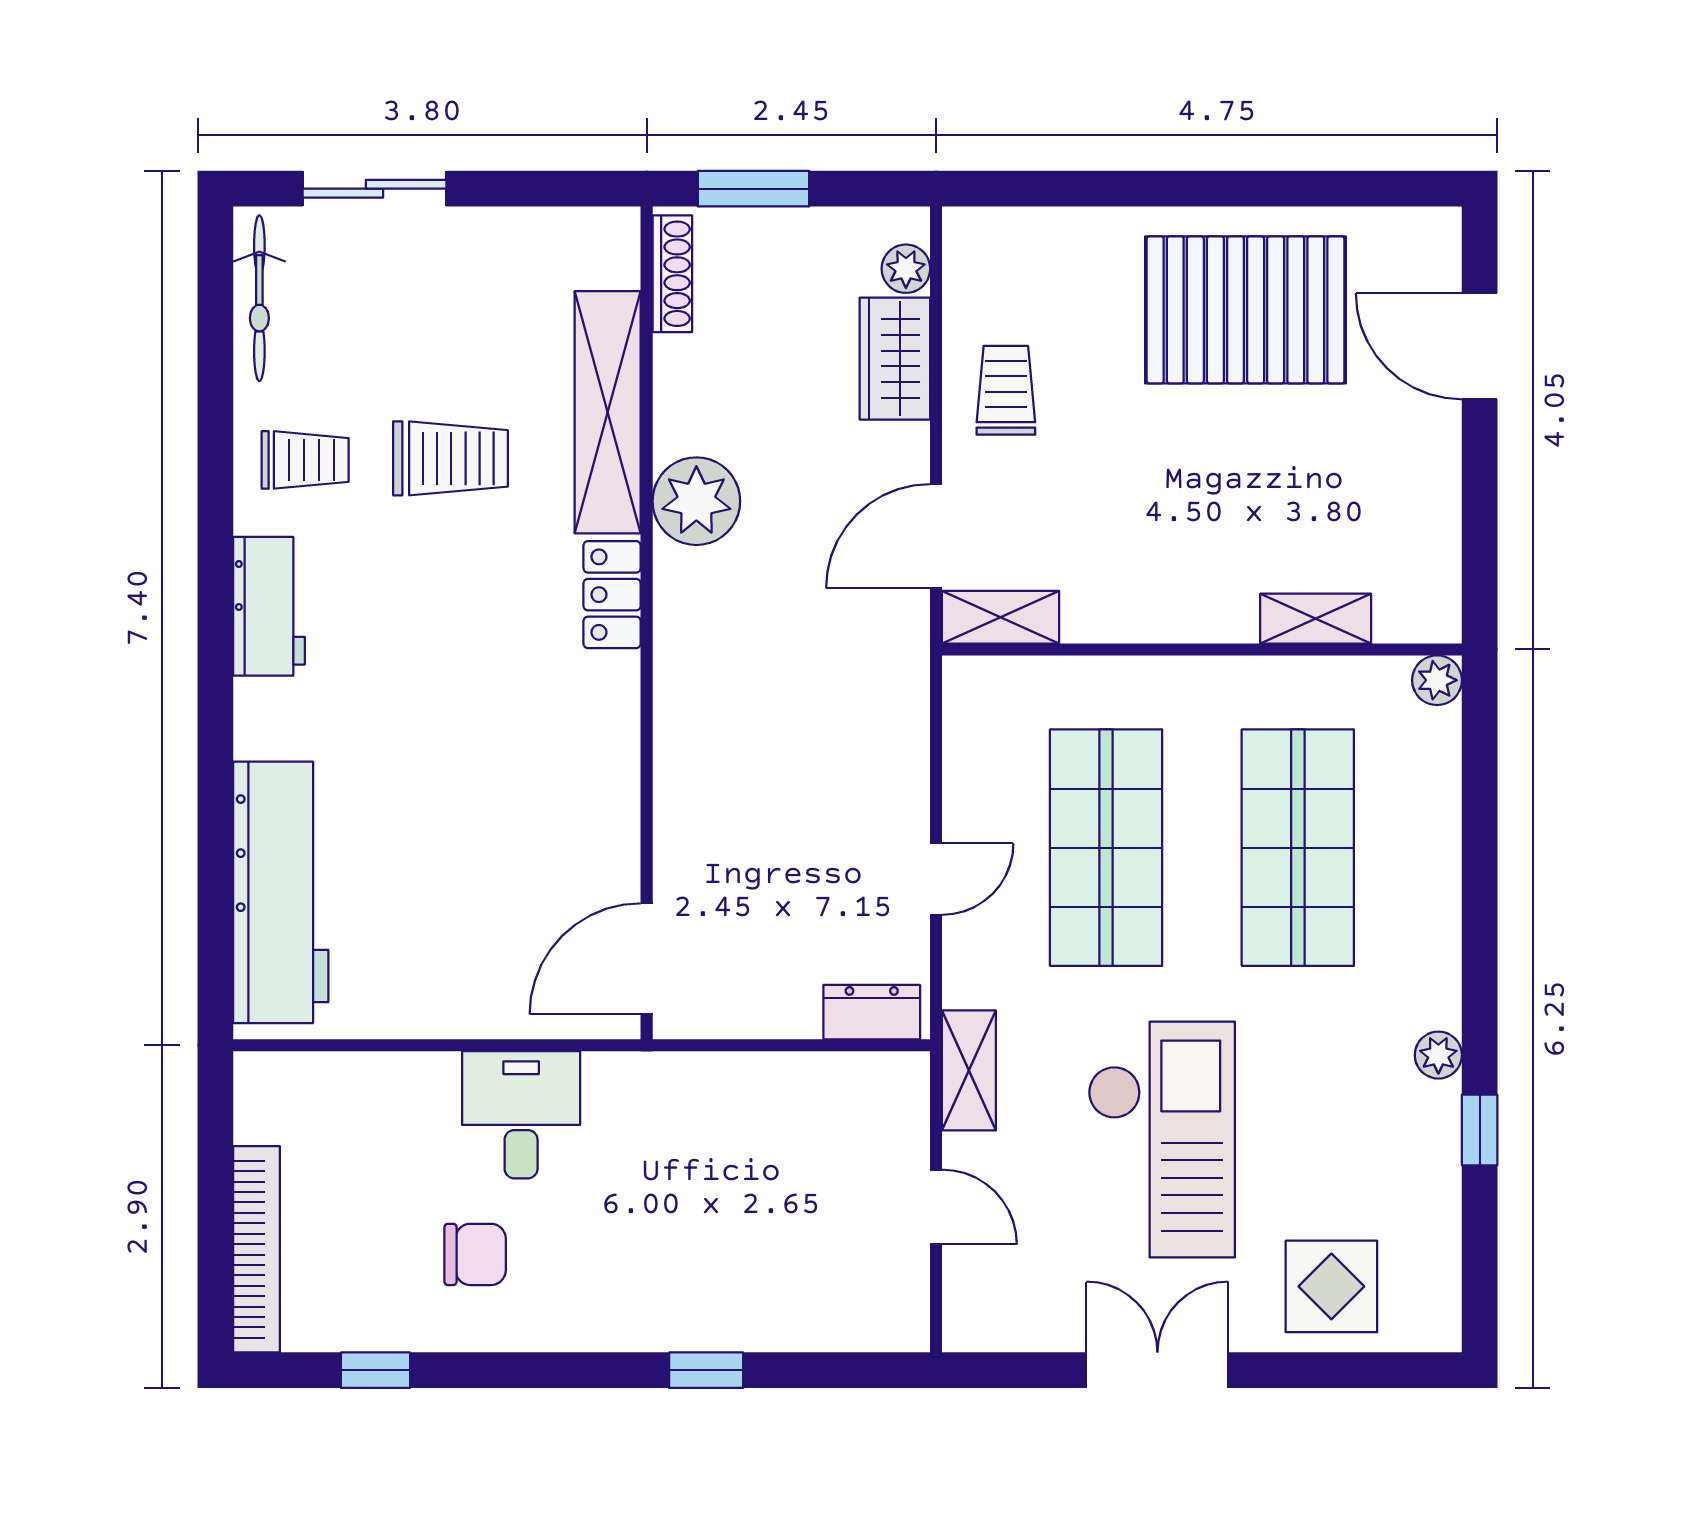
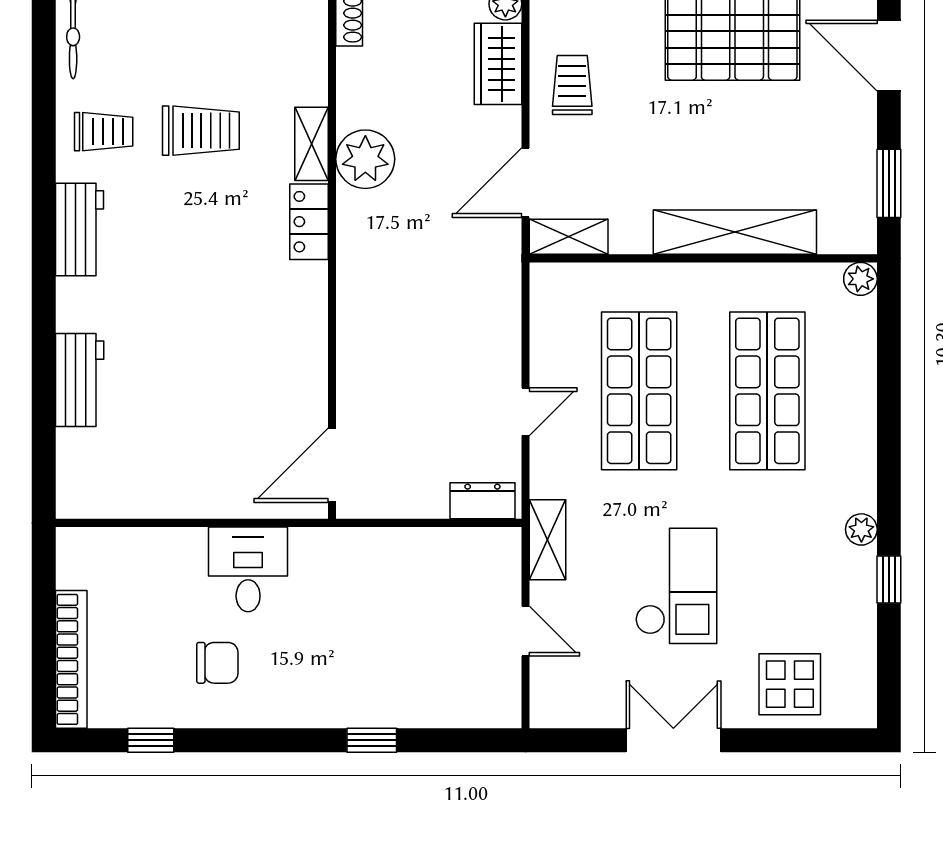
shelving: (608, 412) -> (311, 144), width x0.45, depth x0.75
window: (1480, 537) -> (889, 183), added
shelving: (1316, 619) -> (735, 232), width x2.20, depth x1.33
workbench: (281, 892) -> (80, 380), width x0.53, depth x0.76
checkout: (1161, 1140) -> (676, 586), width x0.73, depth x0.83

